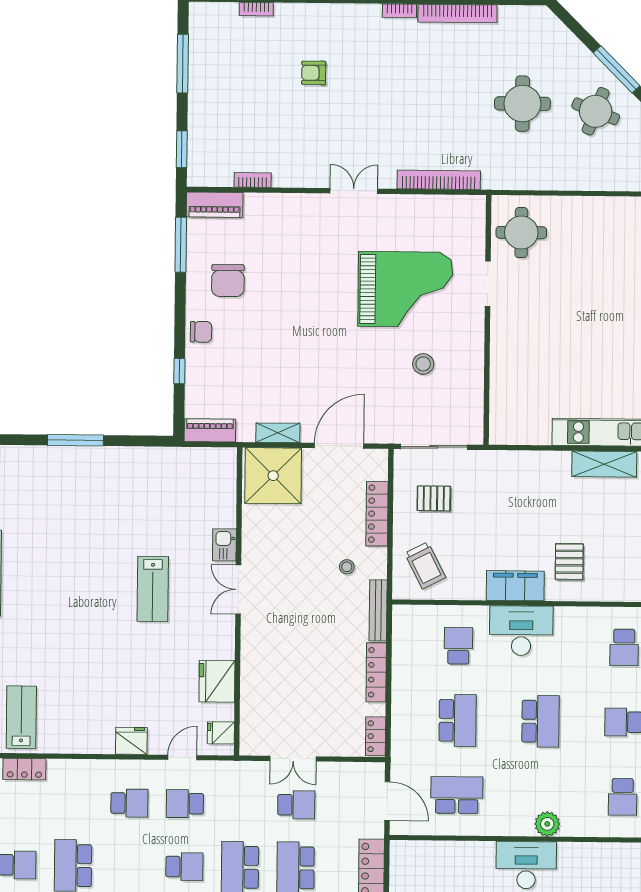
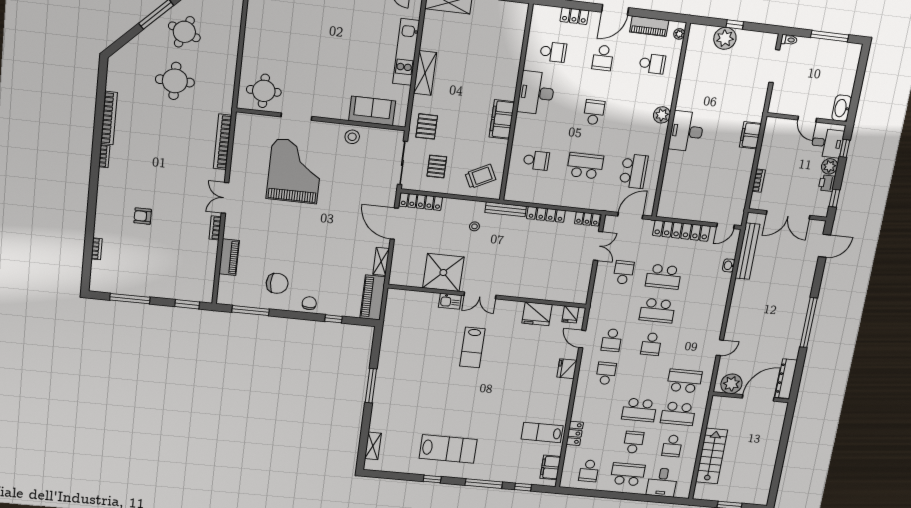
armchair: (314, 73) -> (143, 216), turned 90
bookcase: (253, 180) -> (215, 228), moved
piano: (215, 205) -> (229, 257), moved
stool: (423, 364) -> (352, 137), moved
sofa: (508, 393) -> (372, 111), added
piano: (210, 430) -> (373, 297), width x1.37, depth x1.33
shelving: (604, 464) -> (425, 73), moved
shower: (273, 476) -> (443, 272), moved
locker: (377, 514) -> (421, 202), moved
pallet: (569, 562) -> (427, 126), moved, turned 90
lab bench: (153, 589) -> (472, 347), turned 90
desk: (521, 631) -> (536, 93), moved
school desk: (458, 646) -> (536, 160), turned 180
school desk: (540, 721) -> (594, 112), width x0.54
double door: (293, 759) -> (598, 246), moved
school desk: (457, 795) -> (634, 171), turned 180
school desk: (184, 867) -> (651, 344), turned 180

